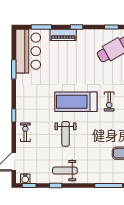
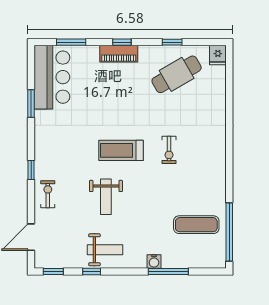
piano: (63, 35) -> (119, 54), moved
treadmill: (76, 102) -> (121, 150), width x0.73, depth x0.73
weight bench: (65, 171) -> (105, 250), turned 180
water cooler: (25, 179) -> (154, 261), moved

